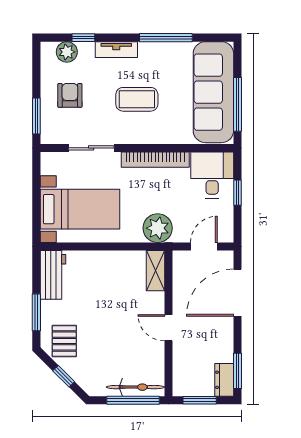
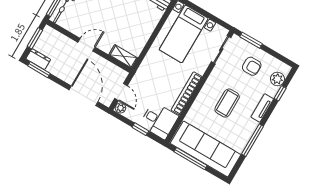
sliding door: (91, 148) -> (221, 50), moved
plant: (158, 228) -> (120, 108), moved, width x0.53, depth x0.53

